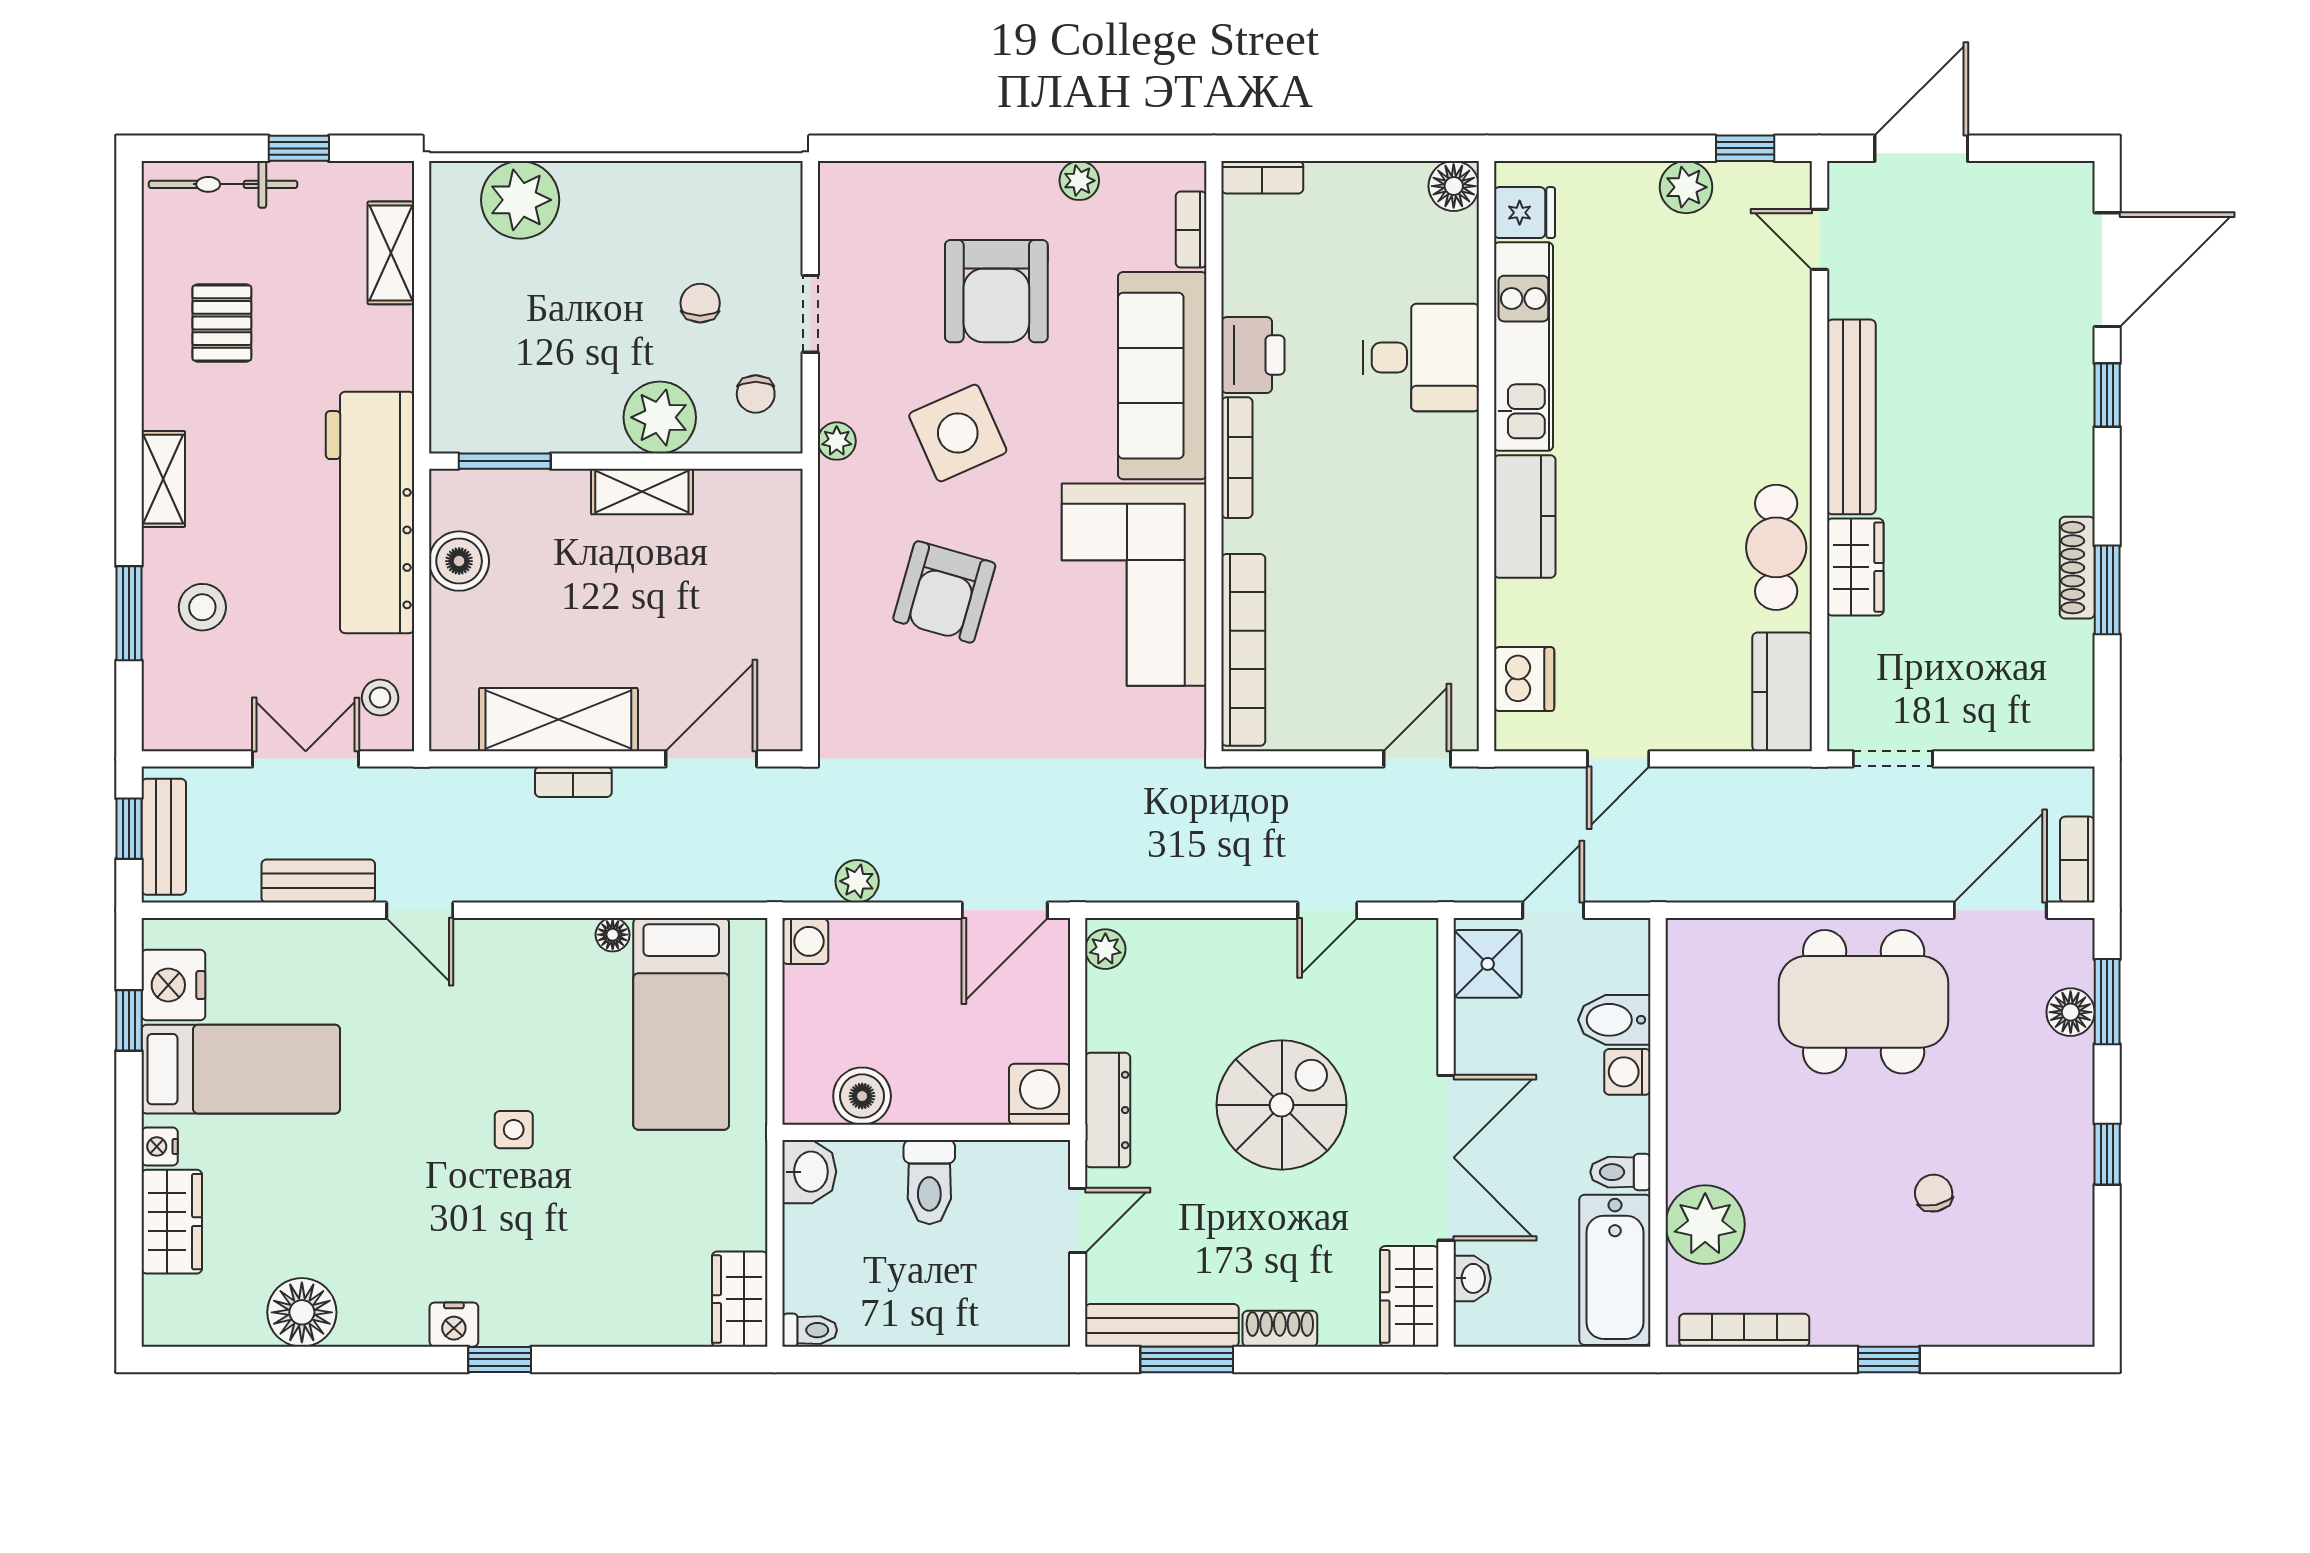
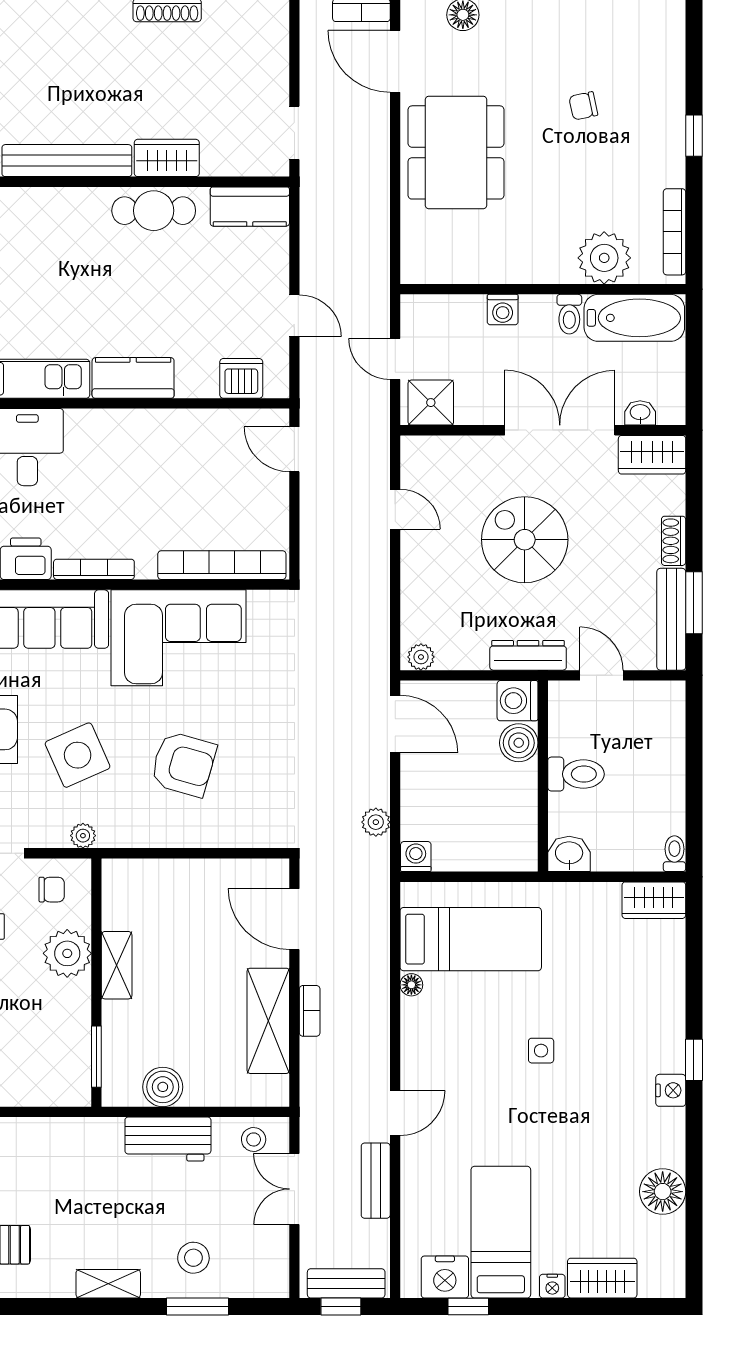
workbench: (370, 512) -> (168, 1139), width x0.53, depth x0.76
bidet: (1614, 1020) -> (468, 318), removed
boiler: (862, 1096) -> (519, 743), moved

